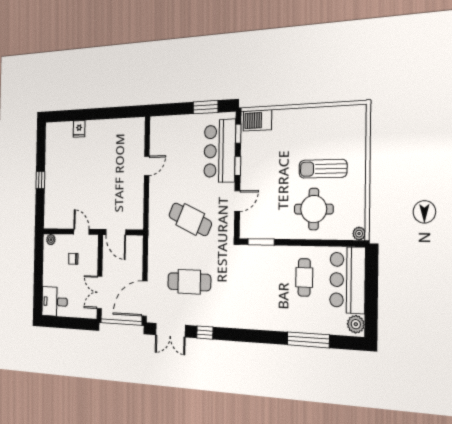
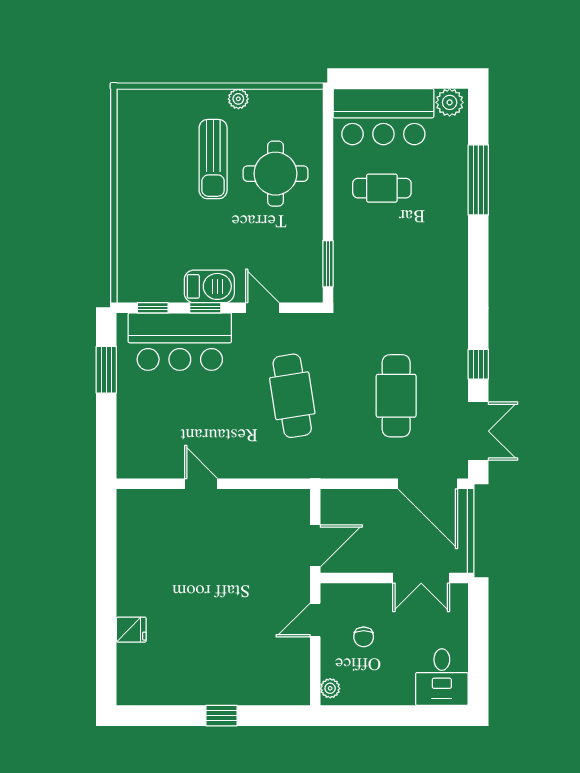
barbecue: (257, 120) -> (209, 286), moved, turned -90
cafe table: (190, 219) -> (292, 396), turned -33
plant: (359, 234) -> (238, 99), moved

